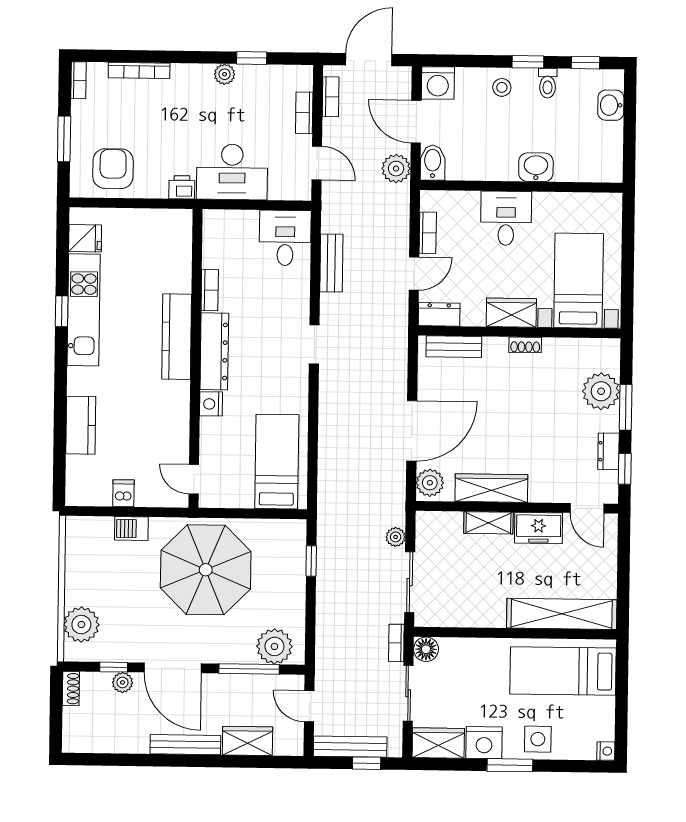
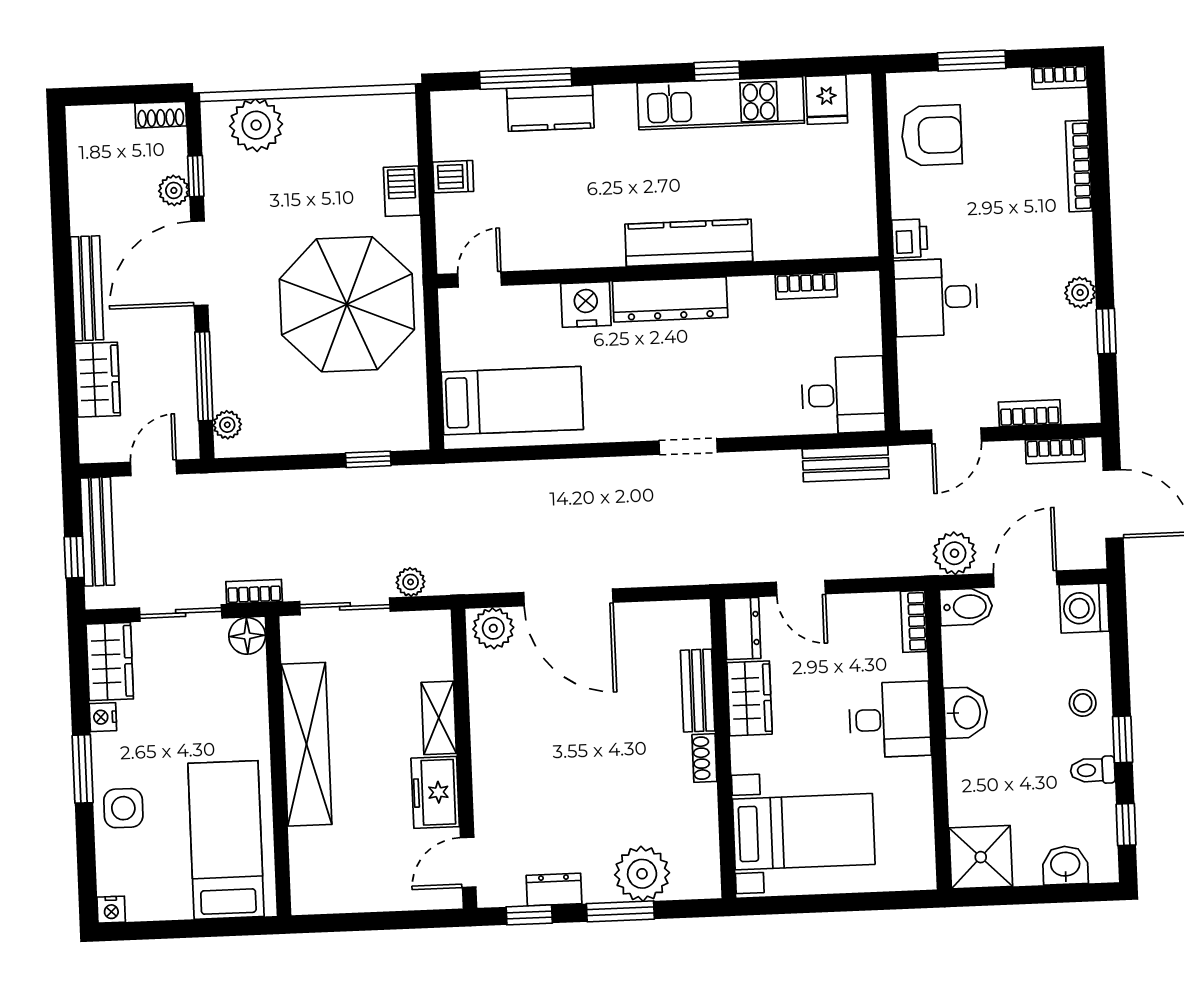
shower: (602, 162) -> (981, 857), added
washbasin: (536, 167) -> (966, 713), moved
desk: (232, 172) -> (936, 297), width x0.73
bookcase: (428, 233) -> (914, 621), moved, turned 90
bench: (331, 263) -> (846, 464), moved
bookcase: (210, 290) -> (806, 286), moved
wardrobe: (511, 313) -> (750, 698), moved
bench: (454, 347) -> (698, 691), moved
nightstand: (211, 404) -> (586, 304), width x1.36, depth x1.33
window: (60, 441) -> (526, 79), added
wardrobe: (491, 488) -> (490, 720), removed
shelving: (562, 614) -> (307, 744), moved
plant: (274, 646) -> (227, 425), width x0.53, depth x0.53
nightstand: (484, 743) -> (103, 717), width x0.53, depth x0.56

